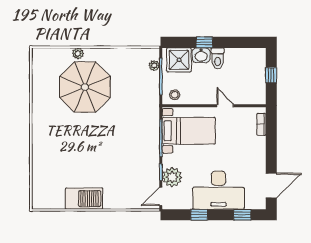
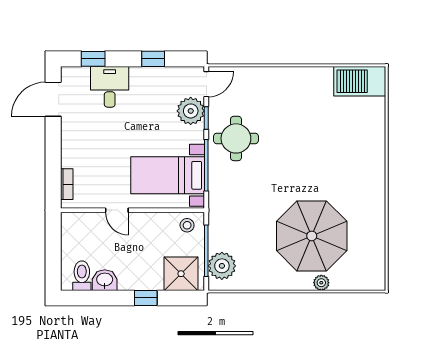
washbasin: (201, 55) -> (105, 280), moved
toilet: (218, 58) -> (82, 276), moved
plant: (154, 66) -> (222, 266), width x1.88, depth x1.88
window: (271, 75) -> (53, 252), removed
round table: (139, 157) -> (236, 138), added
desk: (218, 190) -> (110, 87), width x0.53, depth x0.77
barbecue: (84, 199) -> (360, 81), moved

